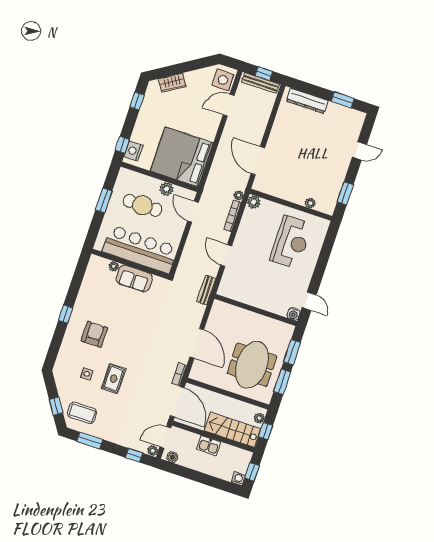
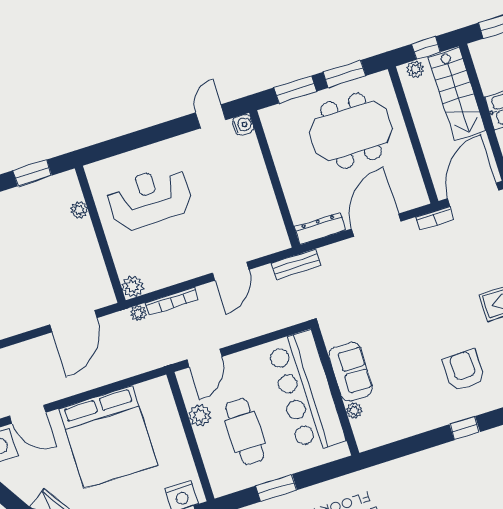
bed: (182, 157) -> (108, 437), moved
dresser: (215, 315) -> (320, 229), added
armchair: (94, 334) -> (464, 370), turned 90

